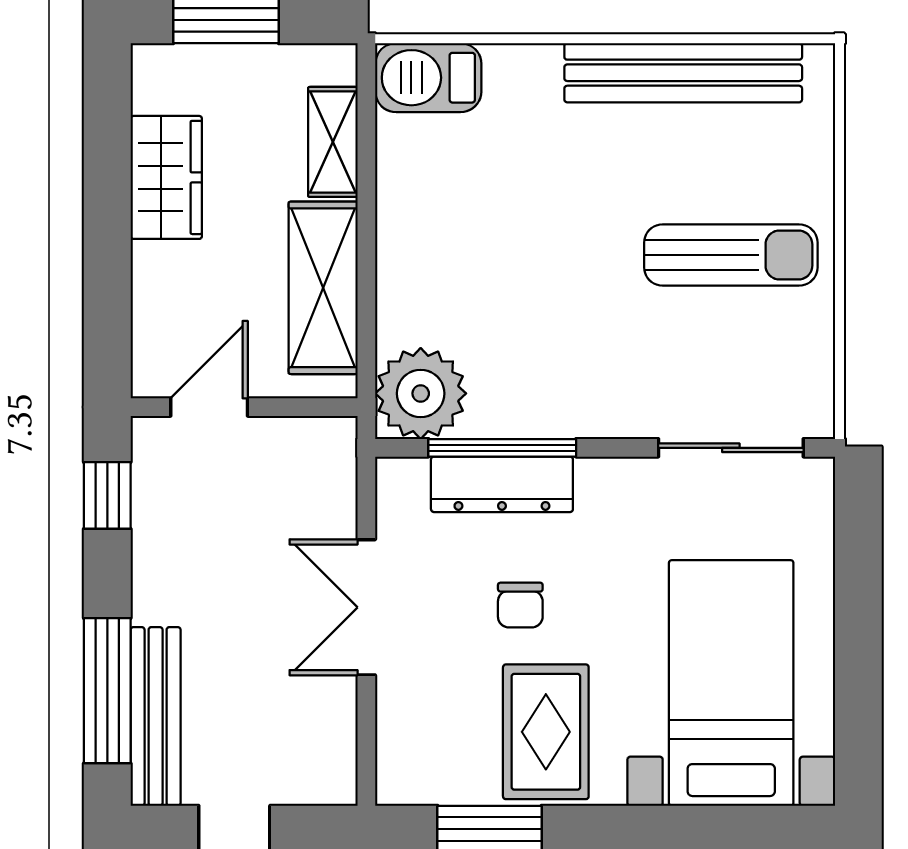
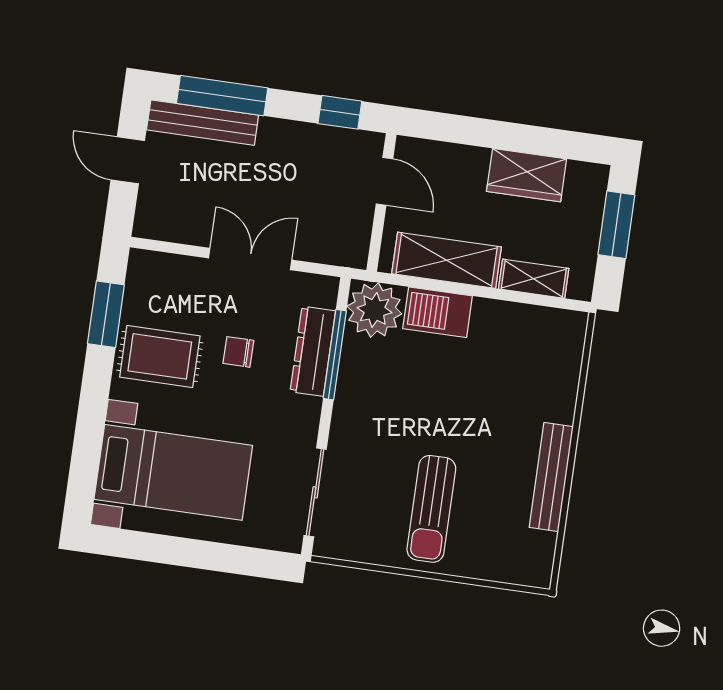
bench: (683, 73) -> (551, 477), width x0.73, depth x0.82
barbecue: (428, 78) -> (438, 312), moved, turned -90

